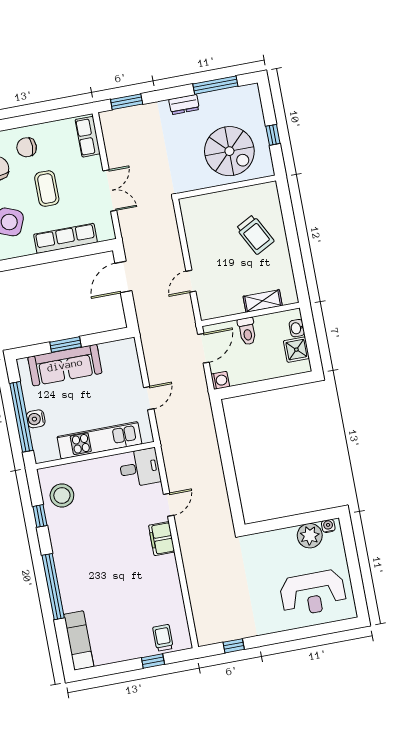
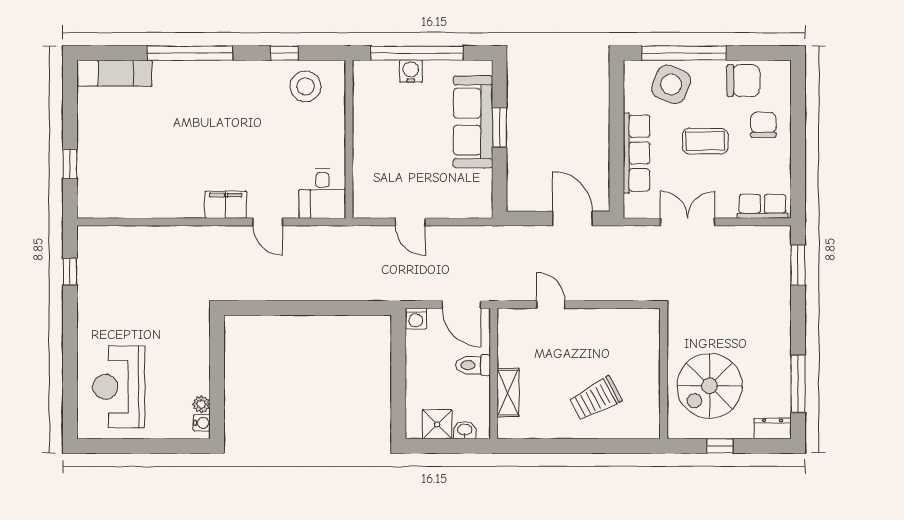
dresser: (184, 104) -> (773, 429), moved, turned 90
double door: (110, 190) -> (688, 222), swing flipped
kitchen unit: (99, 440) -> (368, 148), removed
plant: (310, 536) -> (201, 404), width x0.53, depth x0.53
trolley: (163, 638) -> (97, 182), removed

